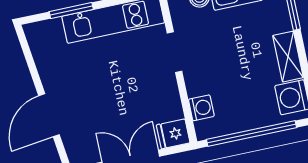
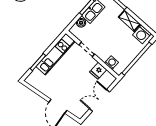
fridge: (173, 134) -> (98, 71), moved

